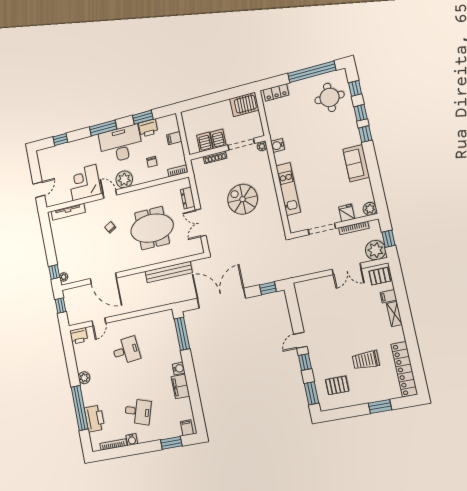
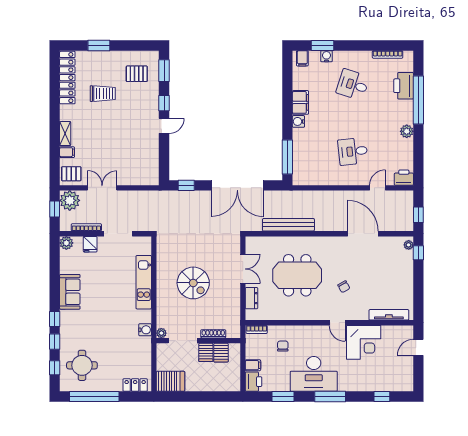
printer: (148, 128) -> (253, 382), moved, turned 90
plant: (124, 179) -> (318, 335), removed
water cooler: (132, 440) -> (326, 56), moved

